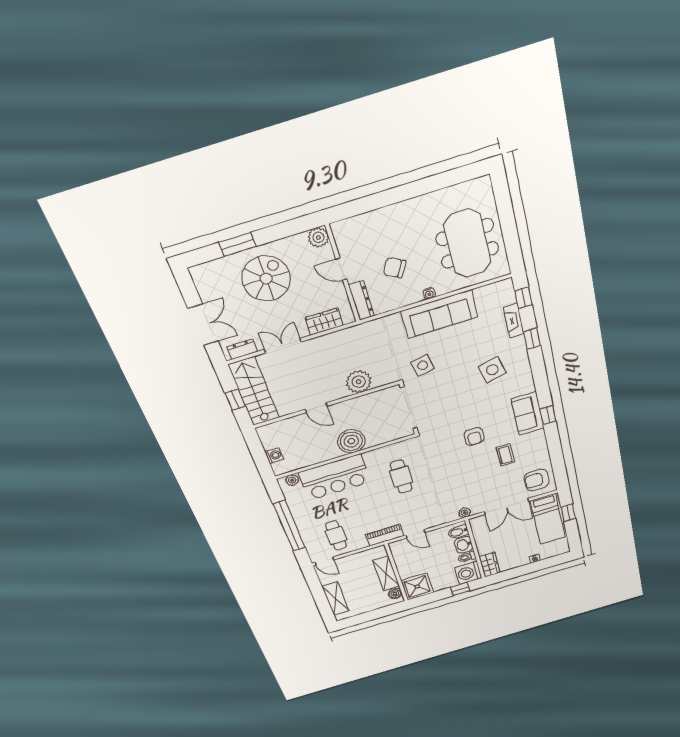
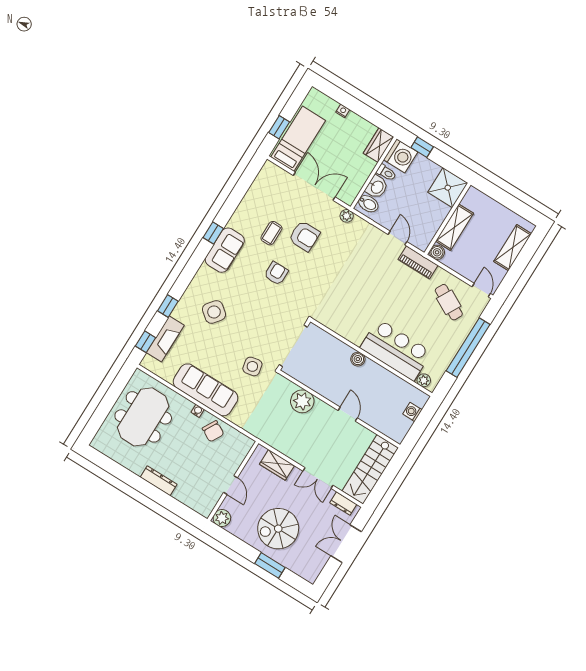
chair: (395, 268) -> (213, 431), moved
dresser: (362, 300) -> (159, 481), moved, turned 90
fireplace: (514, 320) -> (165, 339), width x1.37, depth x1.32
side table: (492, 370) -> (214, 312), turned -38
window: (235, 400) -> (387, 477), removed
boiler: (351, 441) -> (358, 359), width x0.54, depth x0.54
cafe table: (401, 477) -> (355, 298), removed
armchair: (537, 480) -> (304, 236), moved
cafe table: (336, 535) -> (449, 302), turned -62
boiler: (395, 594) -> (437, 252), moved

